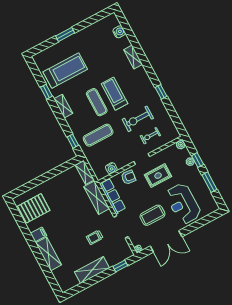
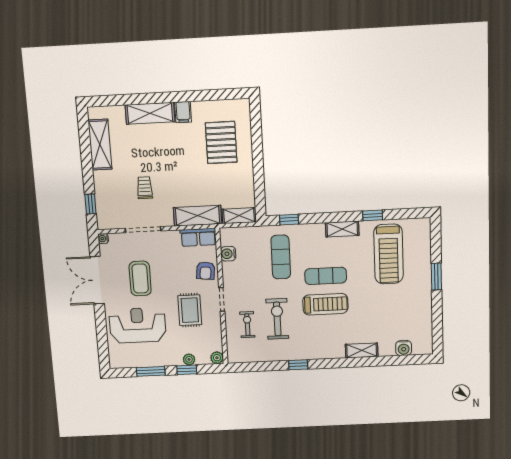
row of seats: (112, 196) -> (198, 237), width x0.68
pallet: (34, 208) -> (221, 143), moved
shelving: (92, 270) -> (100, 145), moved

